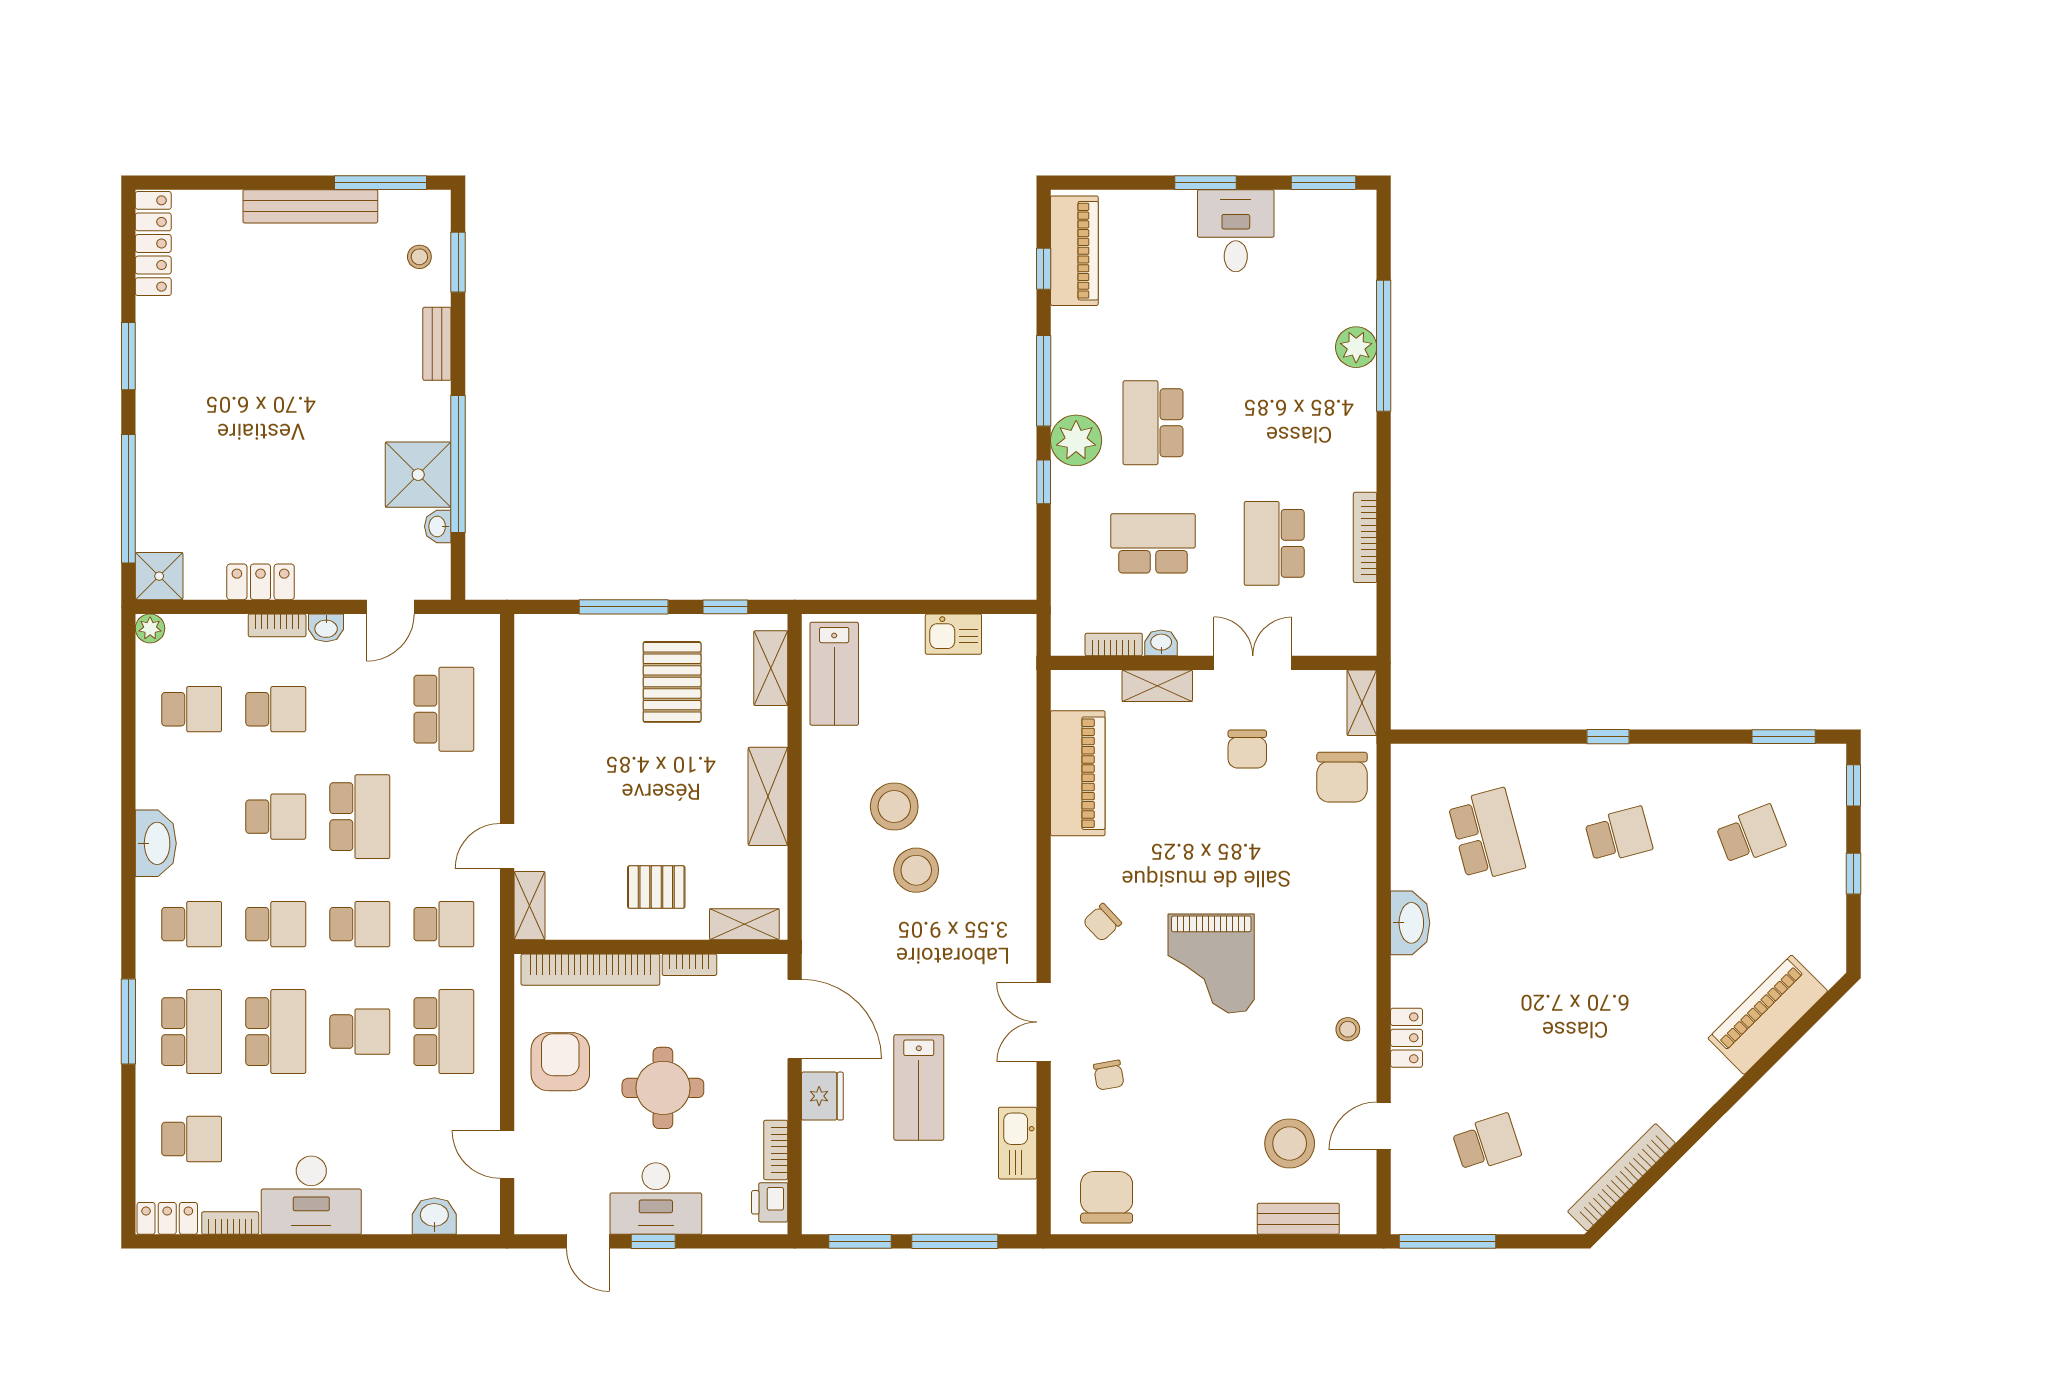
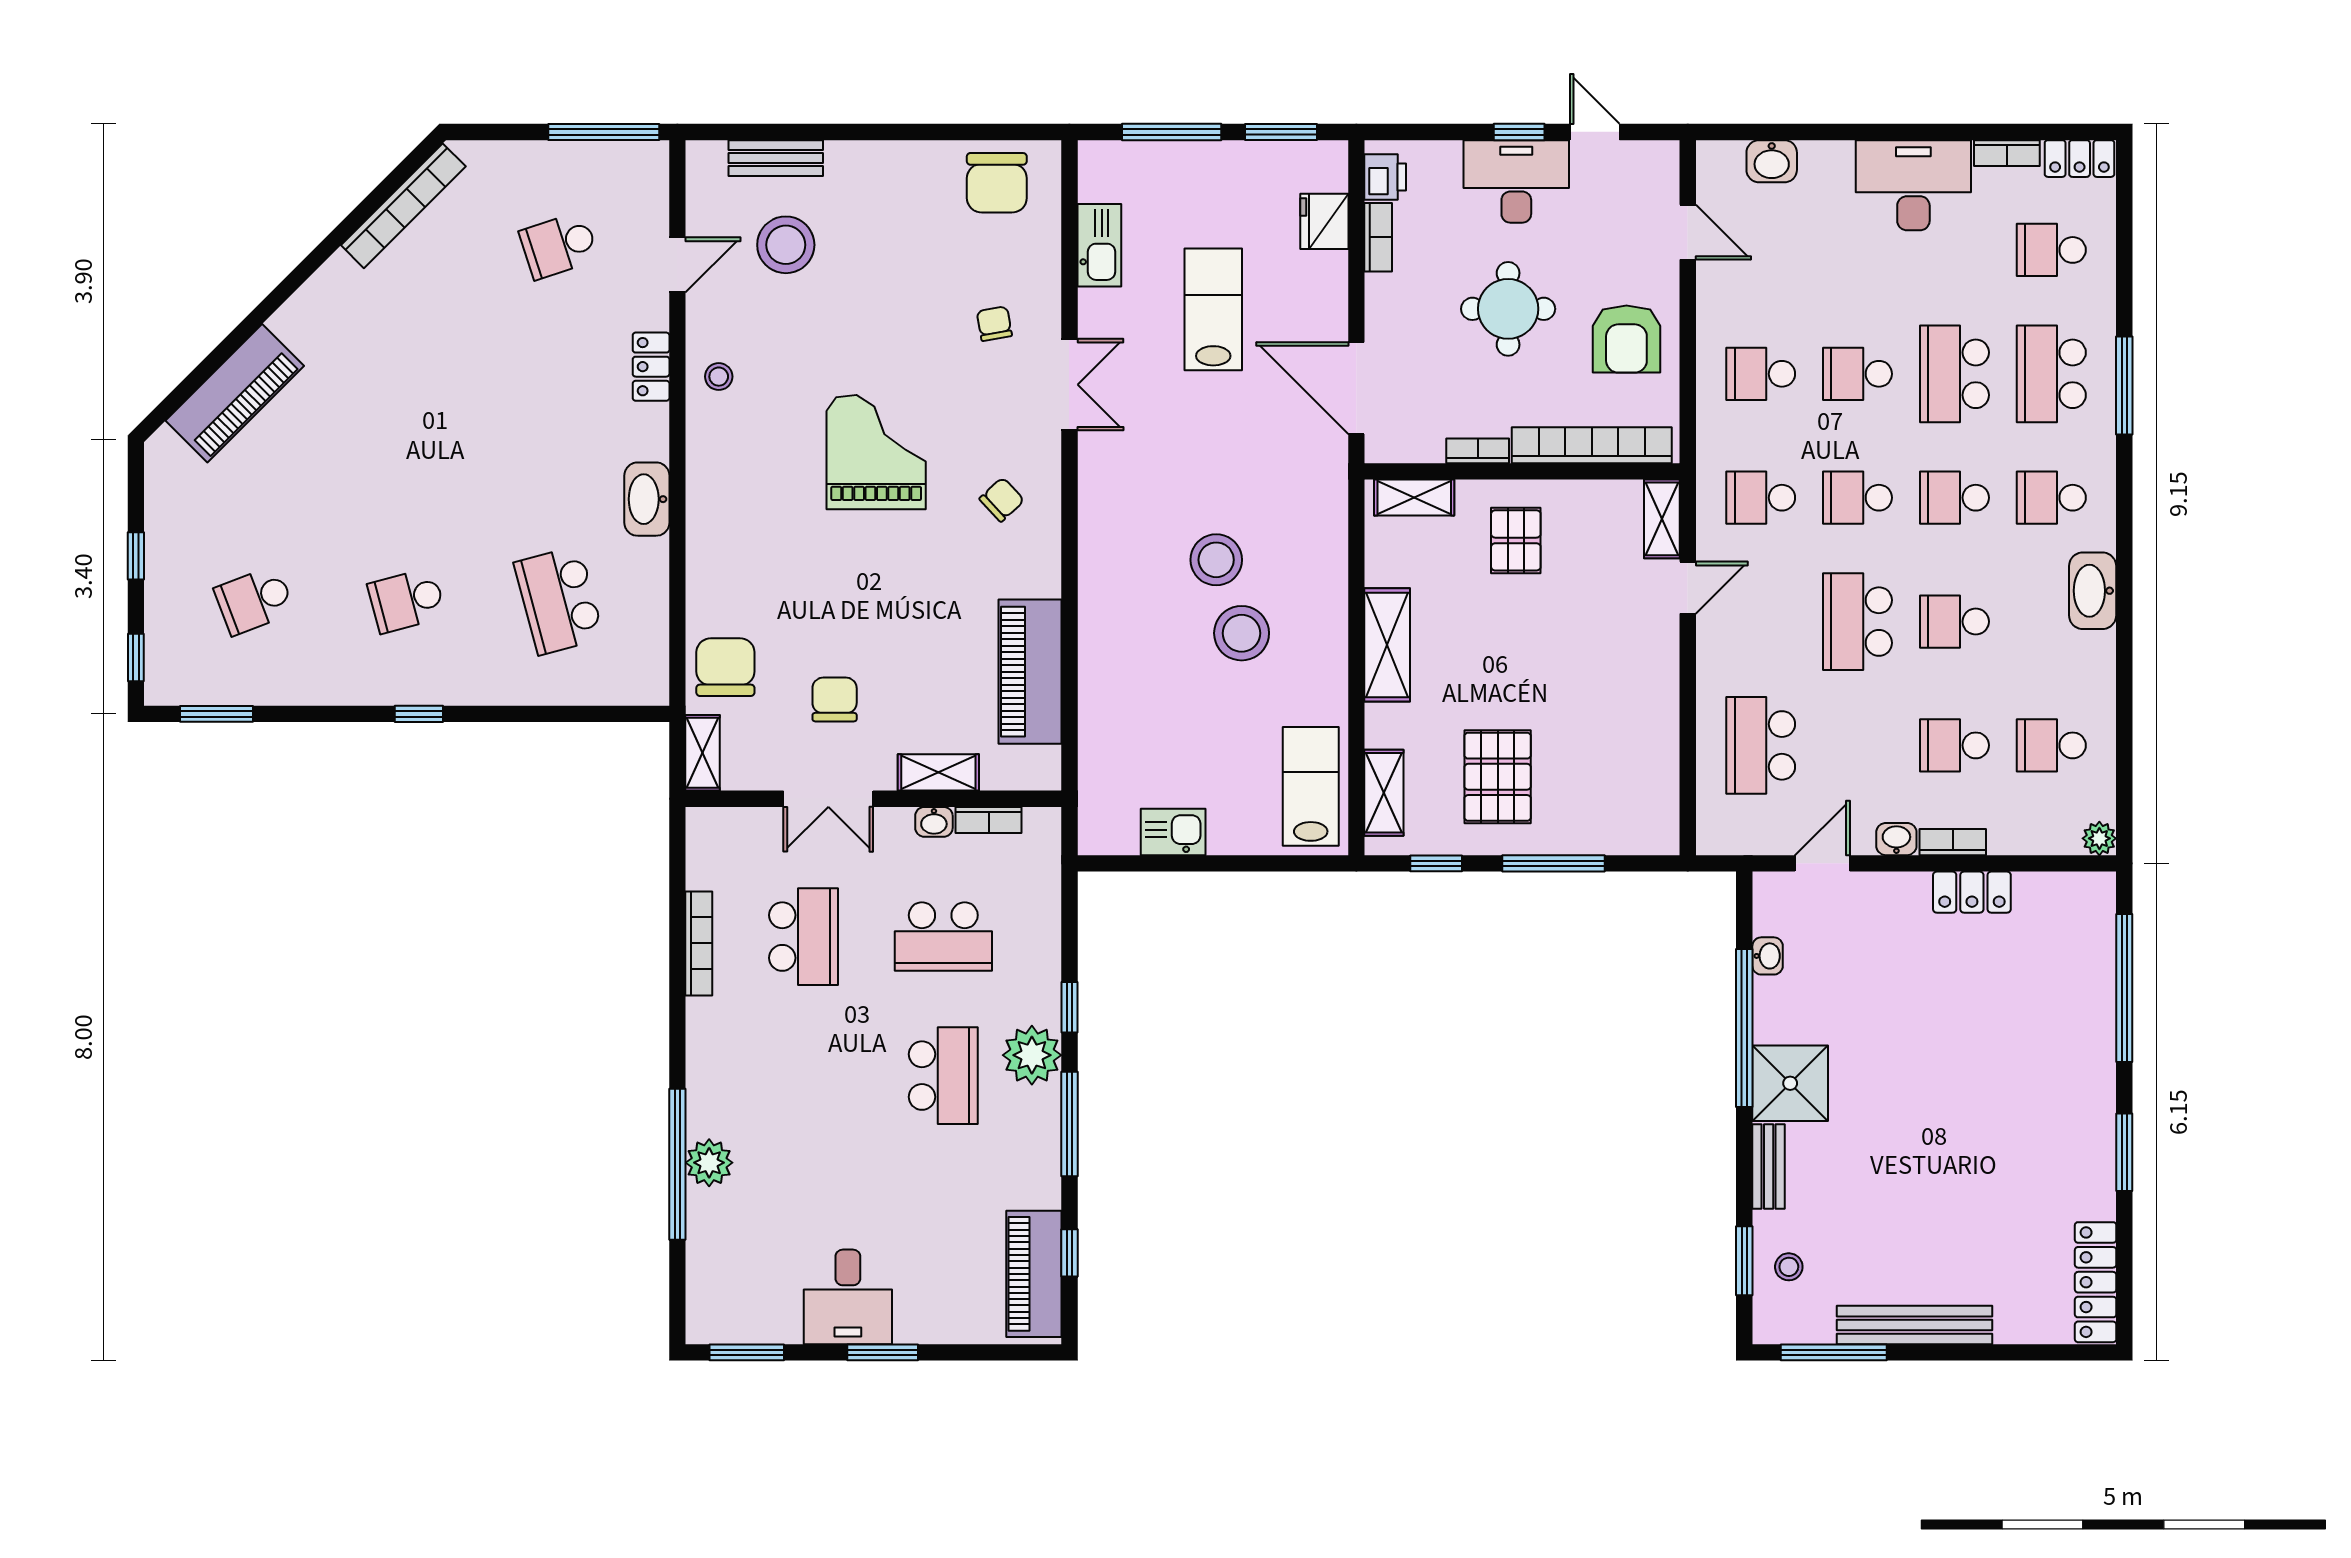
shower: (418, 475) -> (1790, 1083), moved
shower: (159, 576) -> (2089, 899), removed
pallet: (656, 887) -> (1516, 540), turned 90
school desk: (444, 1032) -> (1761, 374), width x0.54
fridge: (822, 1096) -> (1324, 221), moved

